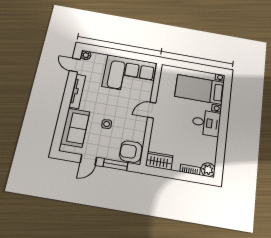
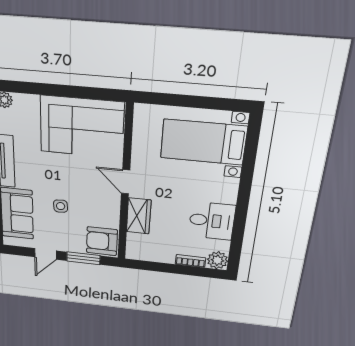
door: (152, 110) -> (126, 182), hinge flipped
desk: (206, 123) -> (212, 221), moved
wardrobe: (159, 161) -> (139, 216), moved, turned 90

